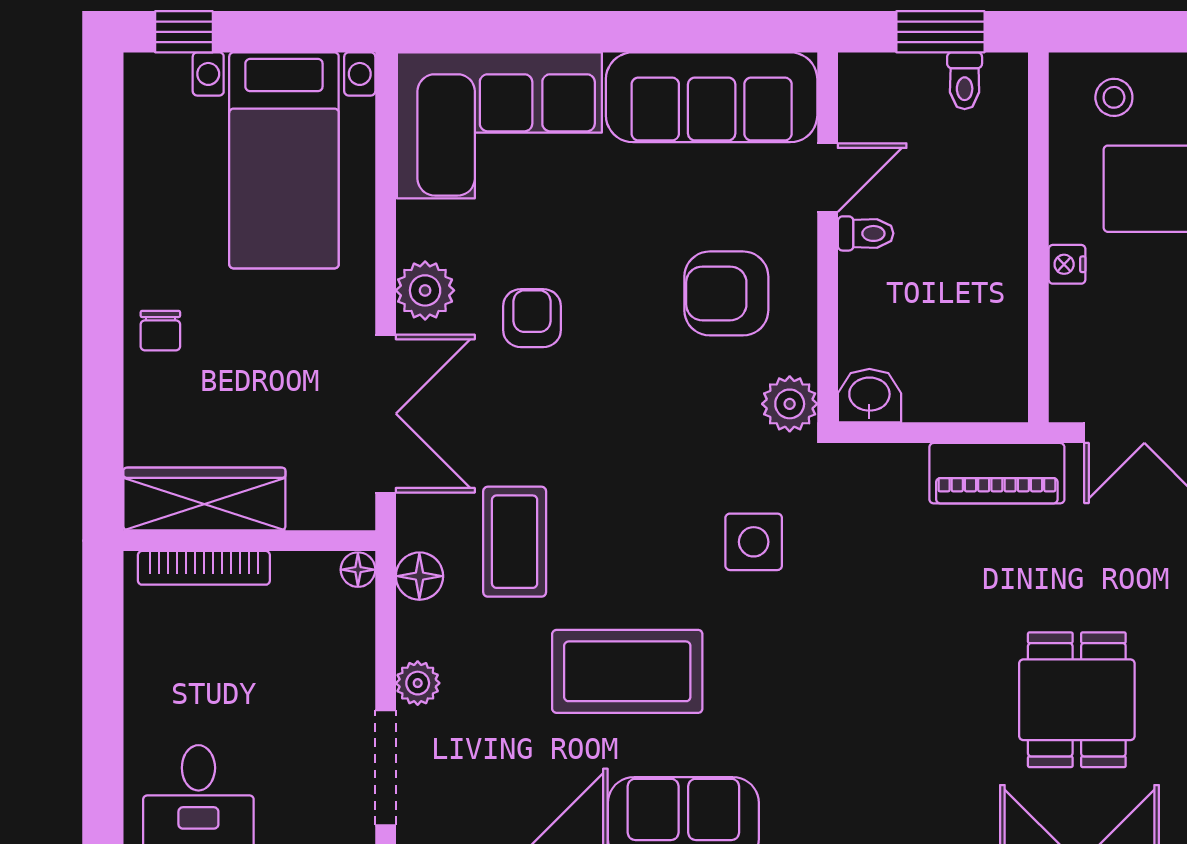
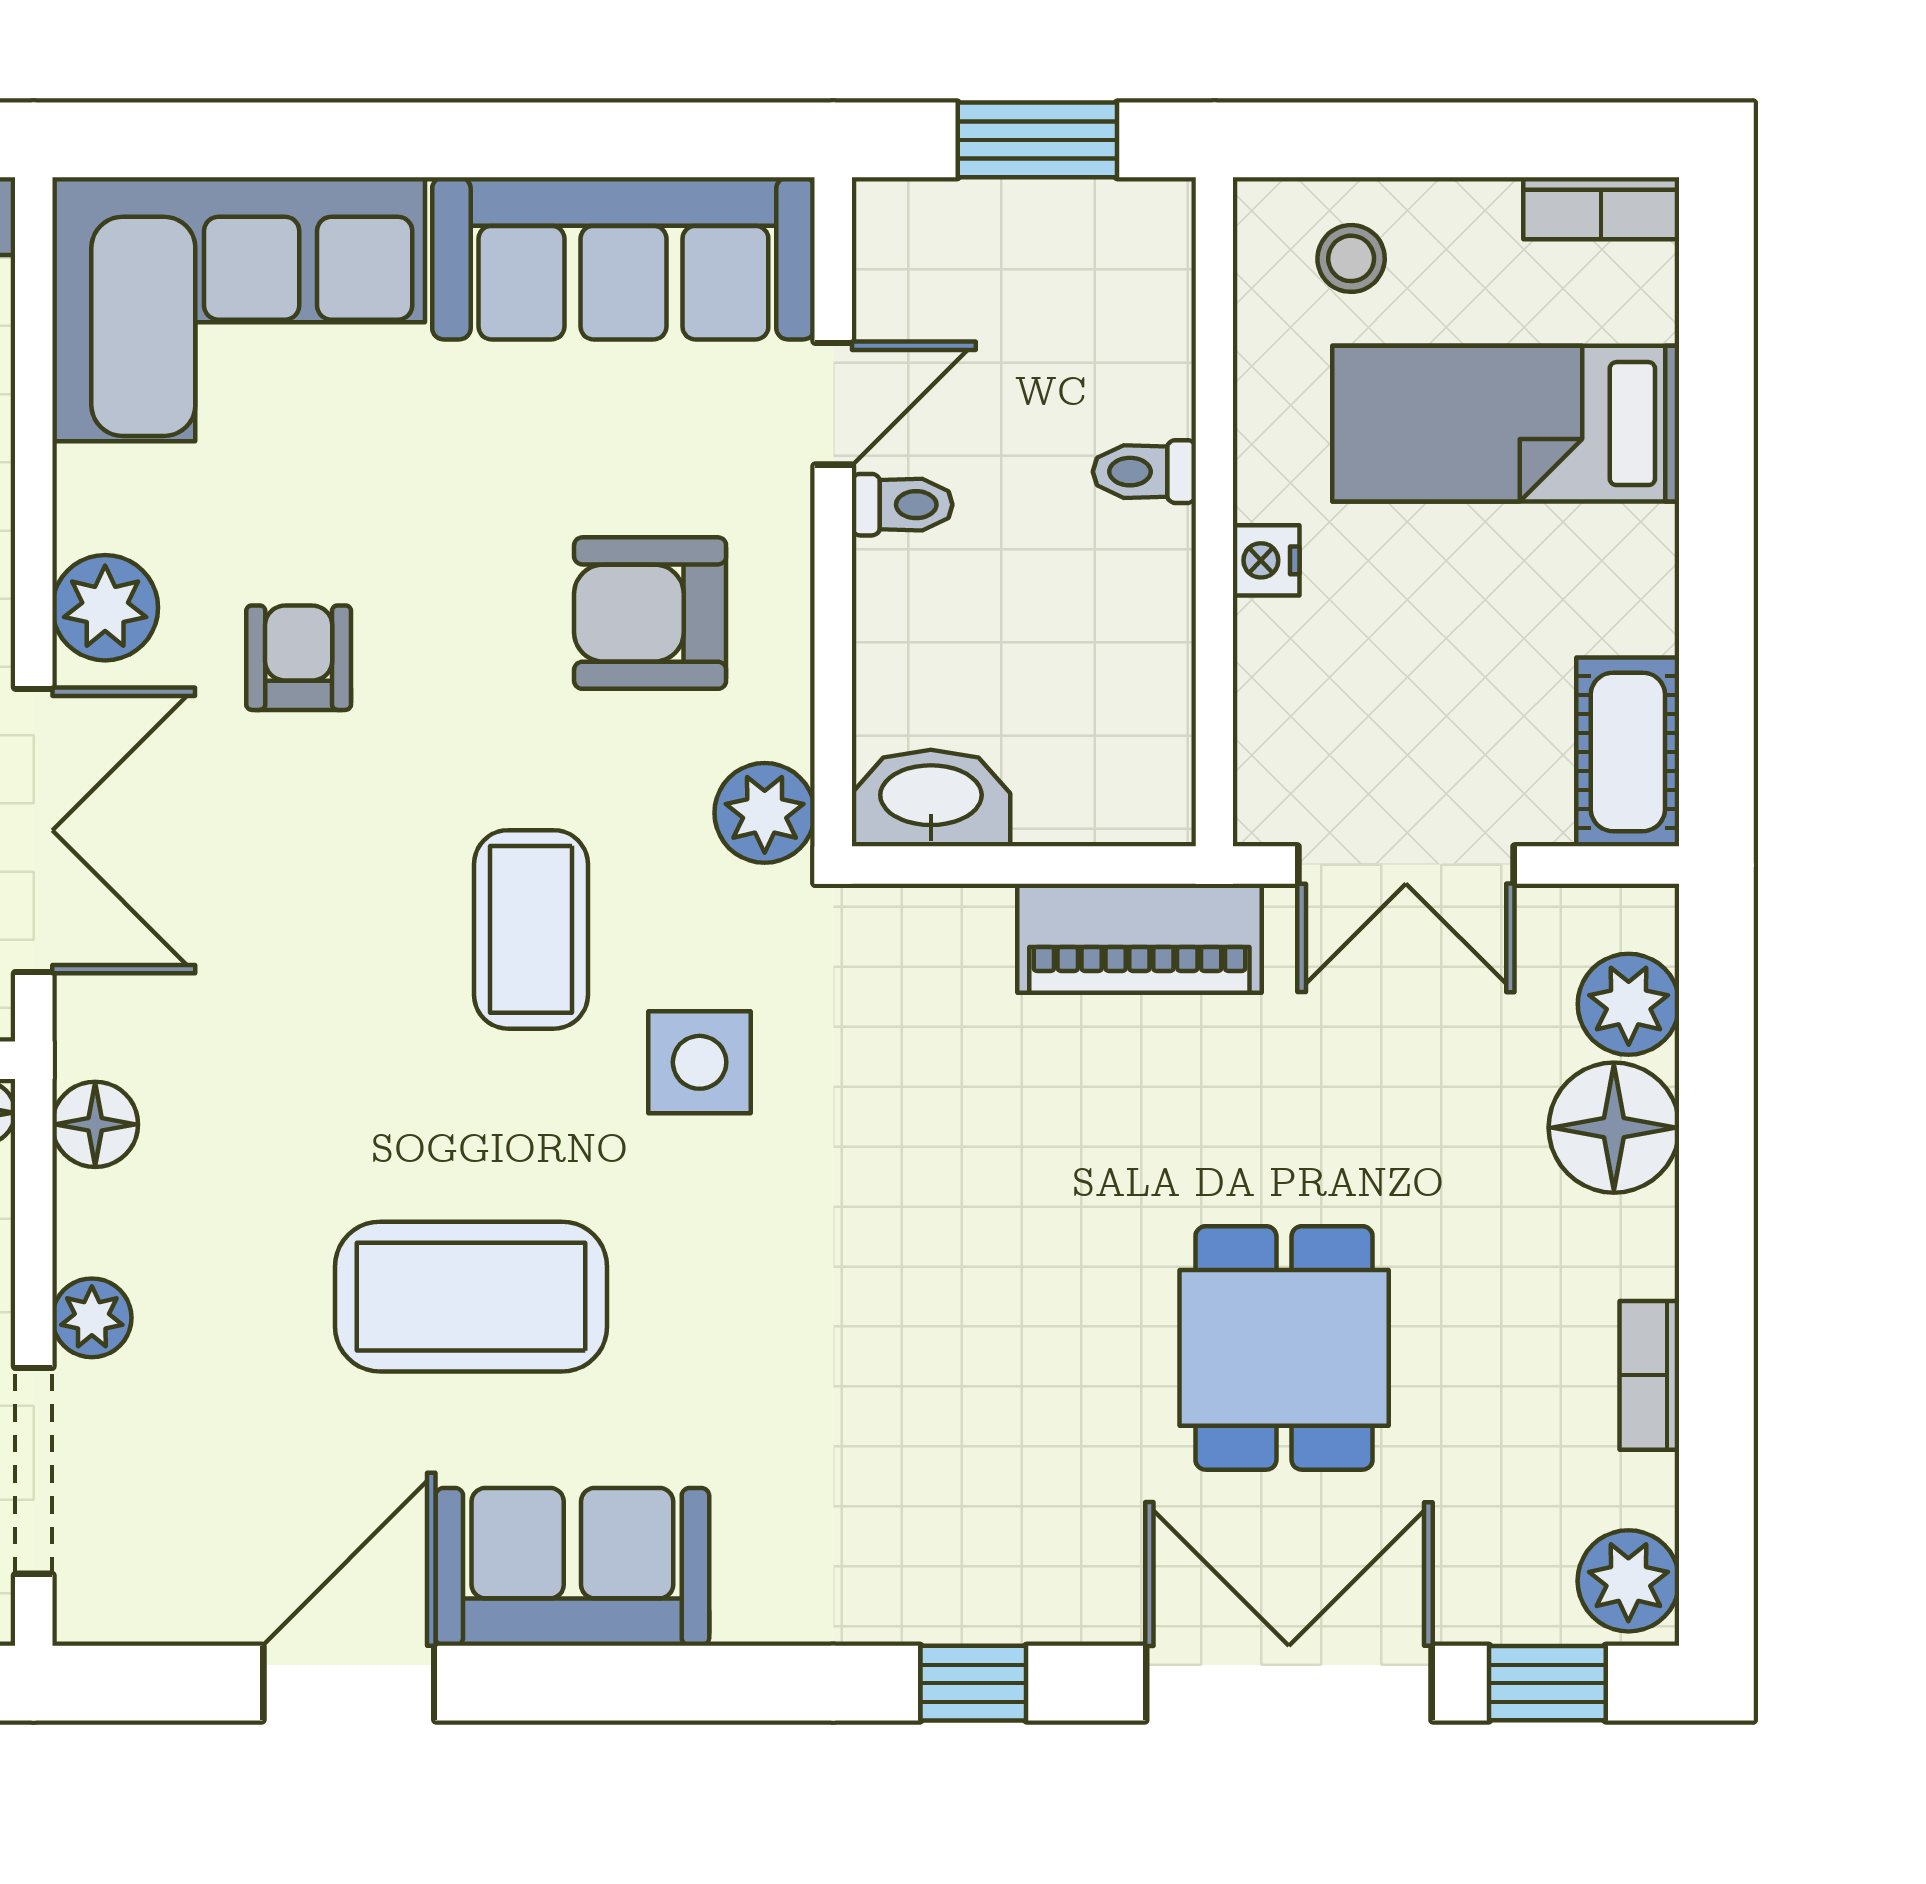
toilet: (965, 81) -> (1144, 472), moved, turned 90
washbasin: (869, 396) -> (931, 798), width x1.38
coffee table: (515, 542) -> (531, 929), moved

